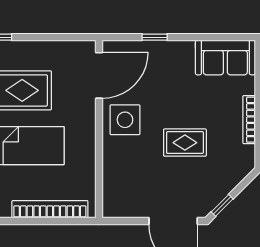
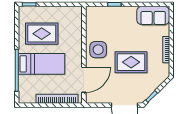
door: (99, 75) -> (84, 80), moved
rug: (185, 143) -> (131, 62), width x1.36, depth x1.43

